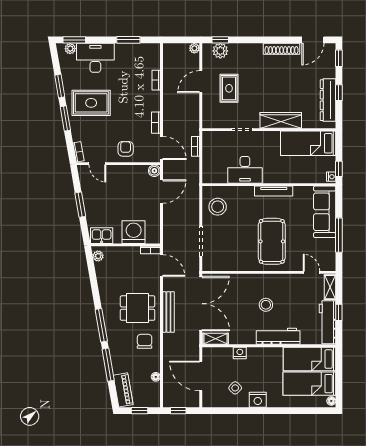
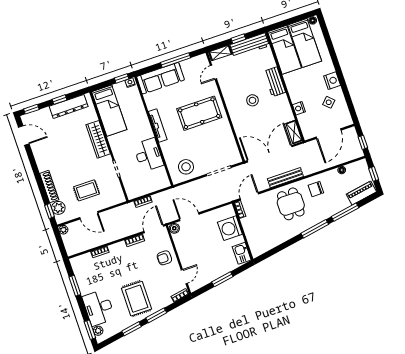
shoe rack: (282, 49) -> (49, 187), moved
plant: (98, 256) -> (259, 251), removed
workbench: (278, 336) -> (275, 82), width x0.73

